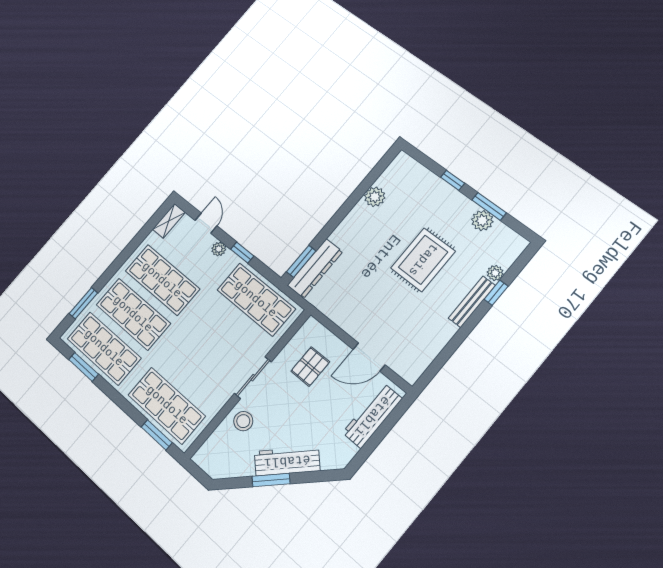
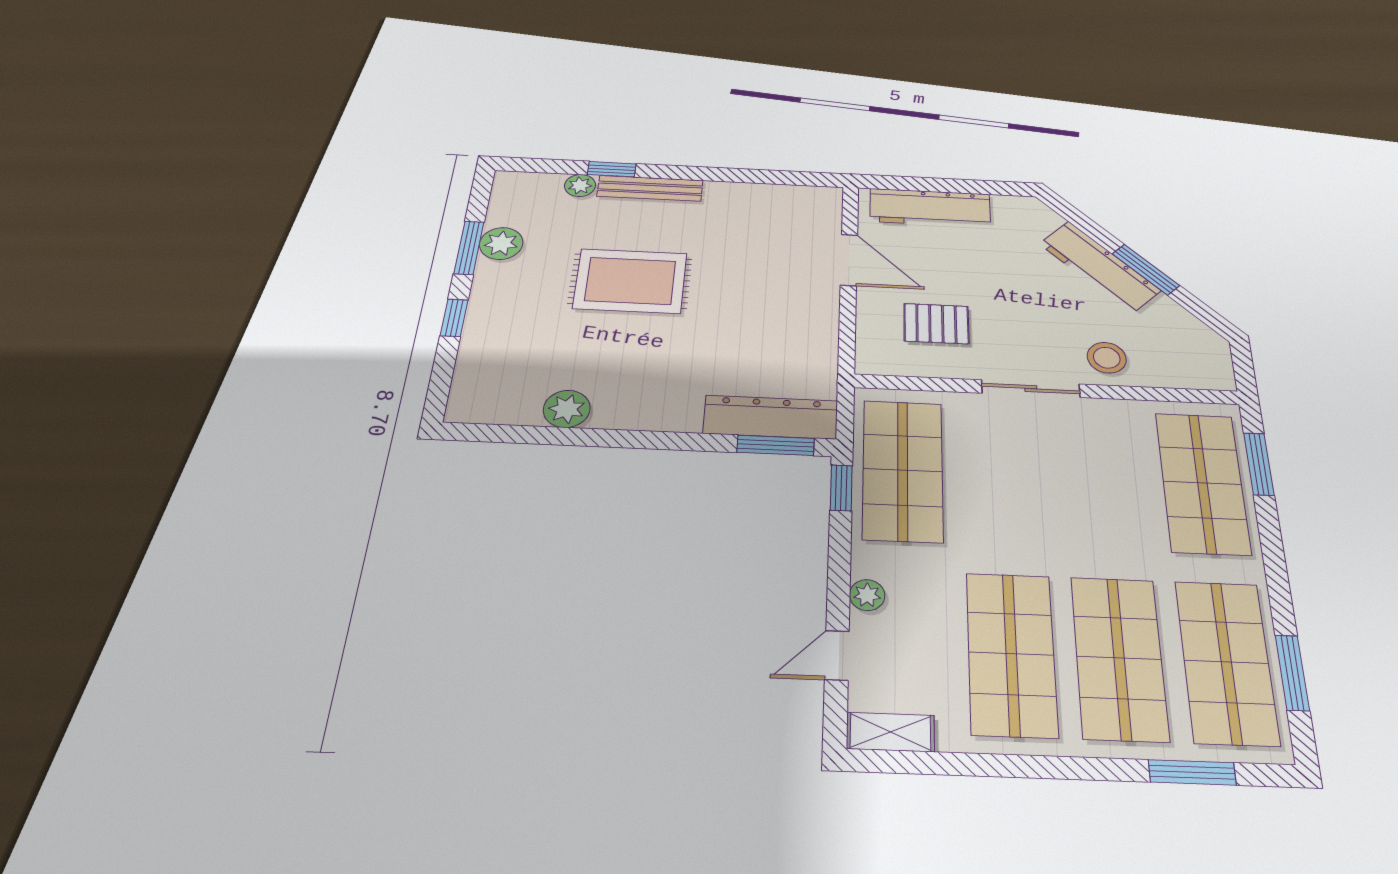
window: (242, 253) -> (841, 488), moved

